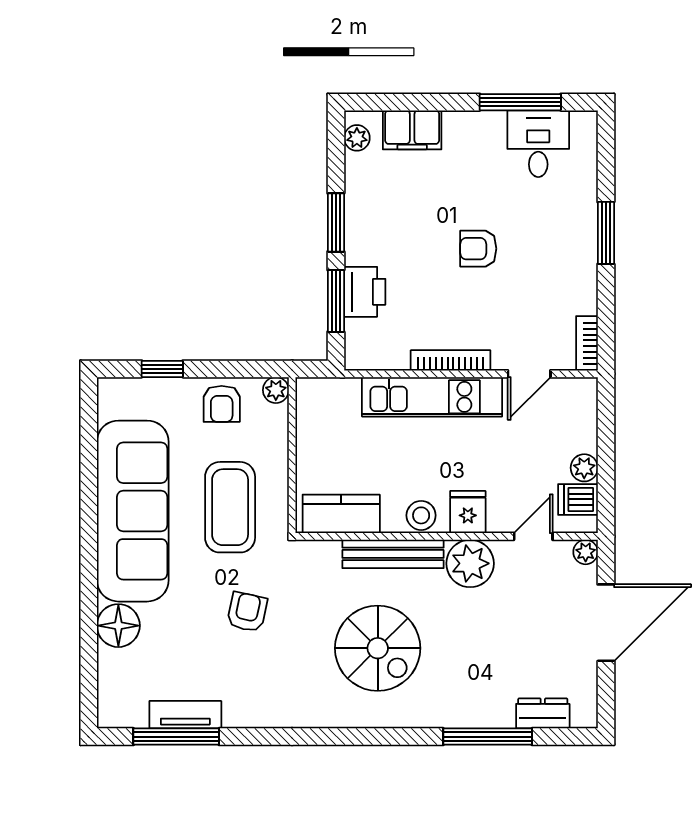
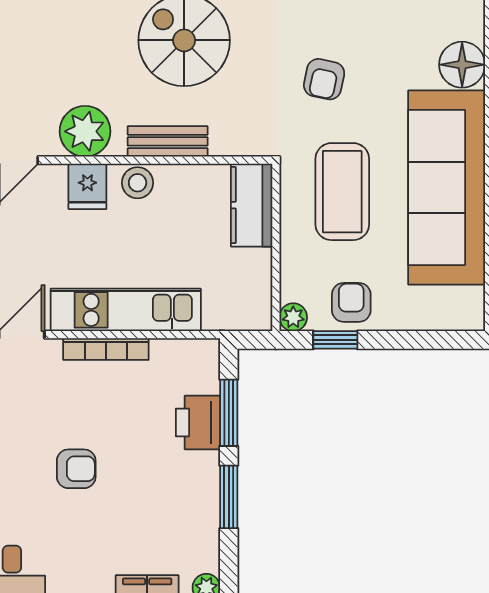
window: (162, 369) -> (335, 340), moved
kitchen counter: (341, 514) -> (252, 205), moved, turned 90
bench: (393, 554) -> (168, 141), width x0.73

